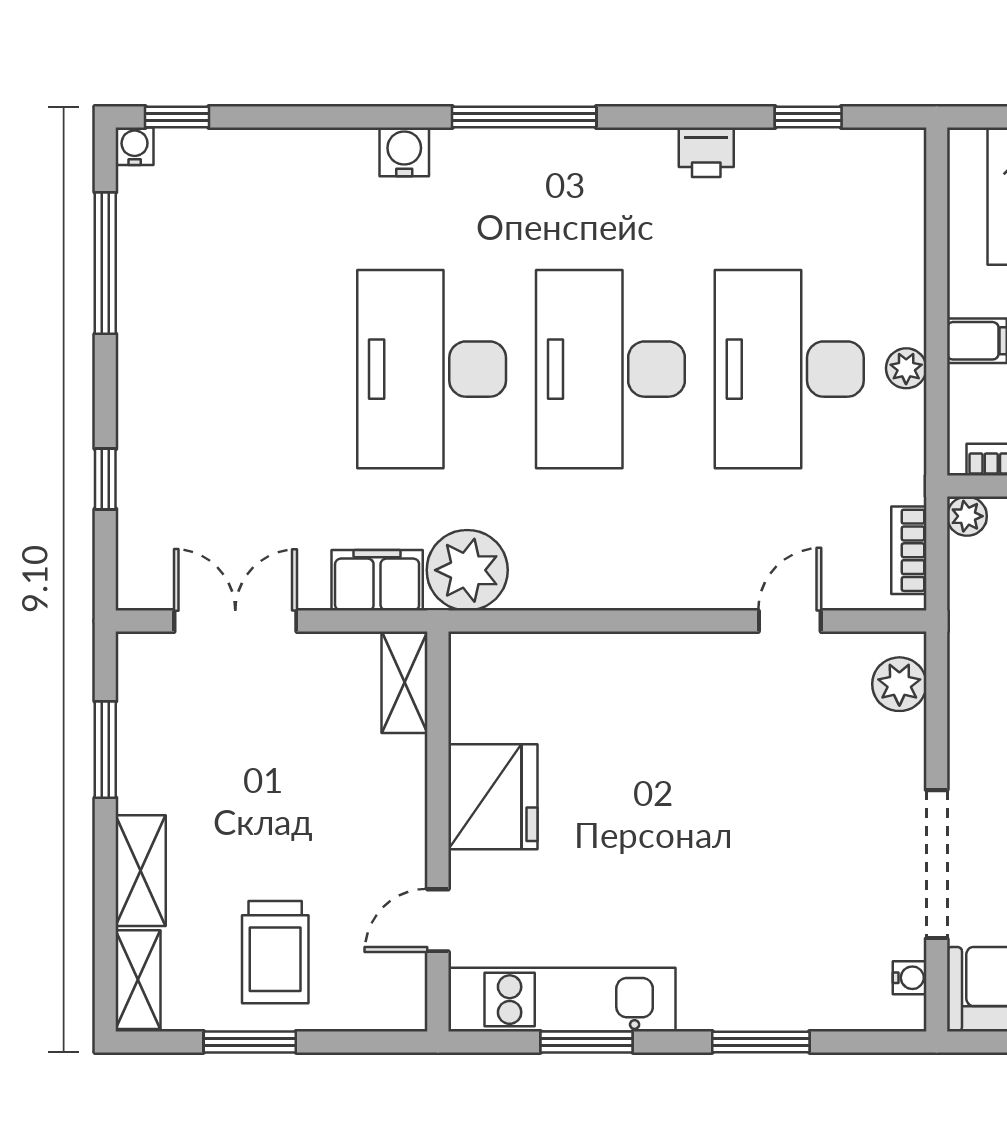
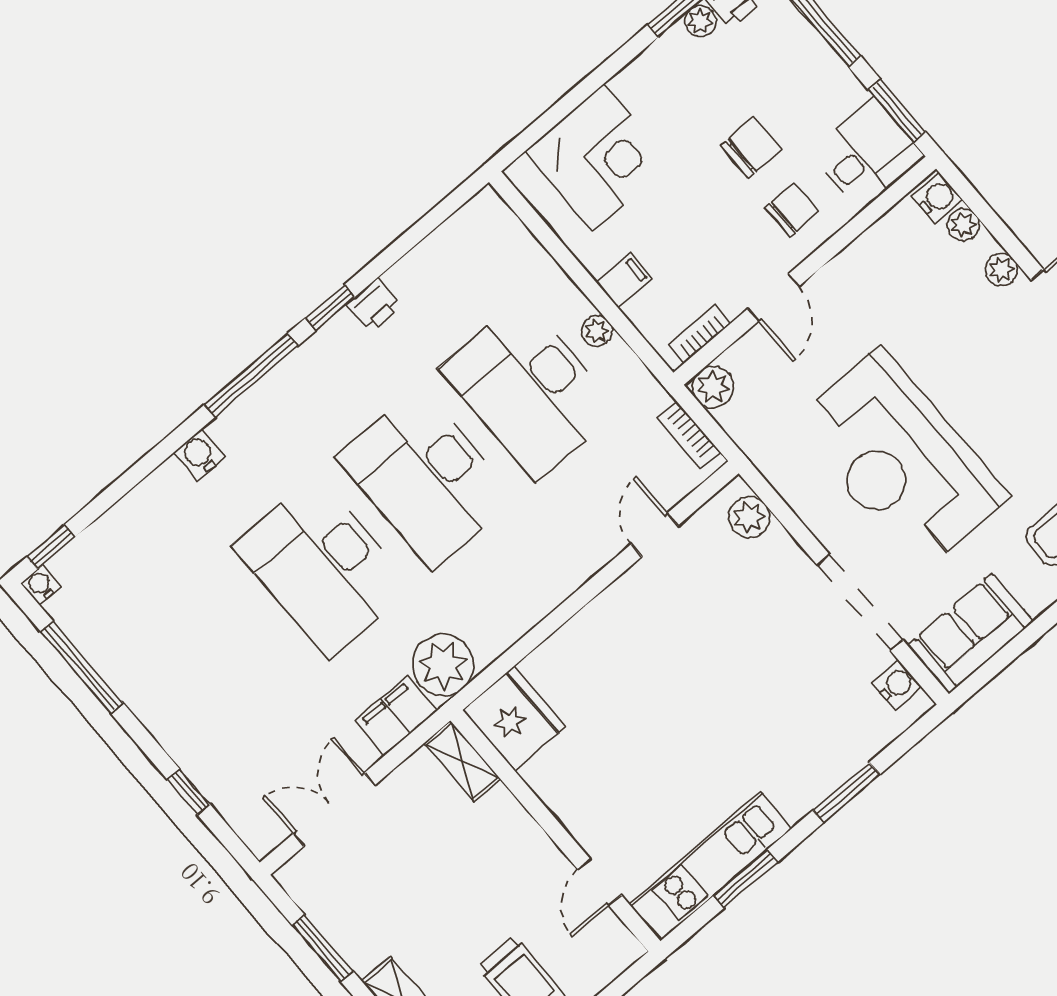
window: (808, 117) -> (330, 308), moved
plant: (967, 516) -> (713, 387), width x1.38, depth x1.38
fridge: (493, 797) -> (514, 718), moved
water cooler: (910, 978) -> (897, 685), width x1.38, depth x1.38

